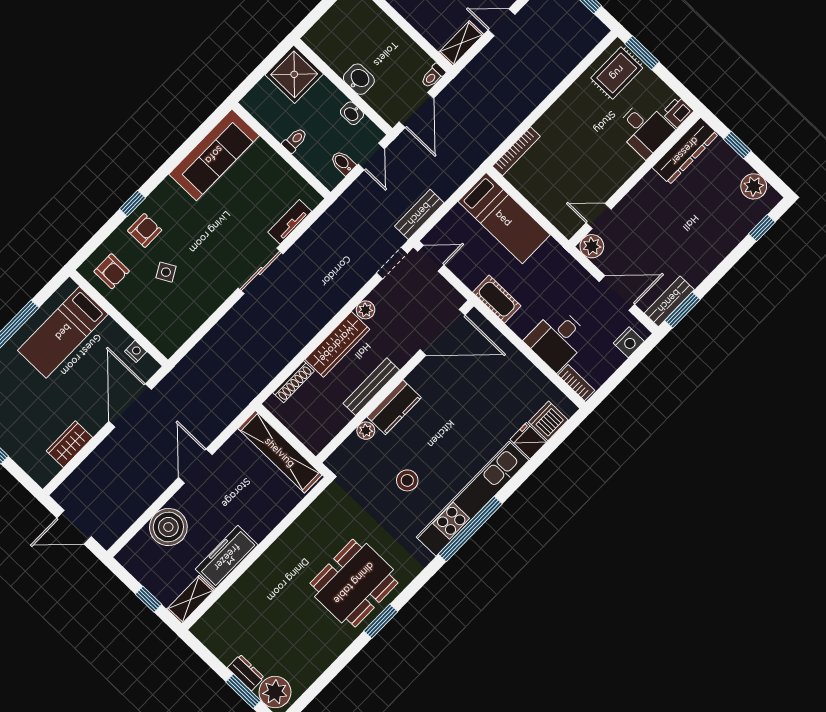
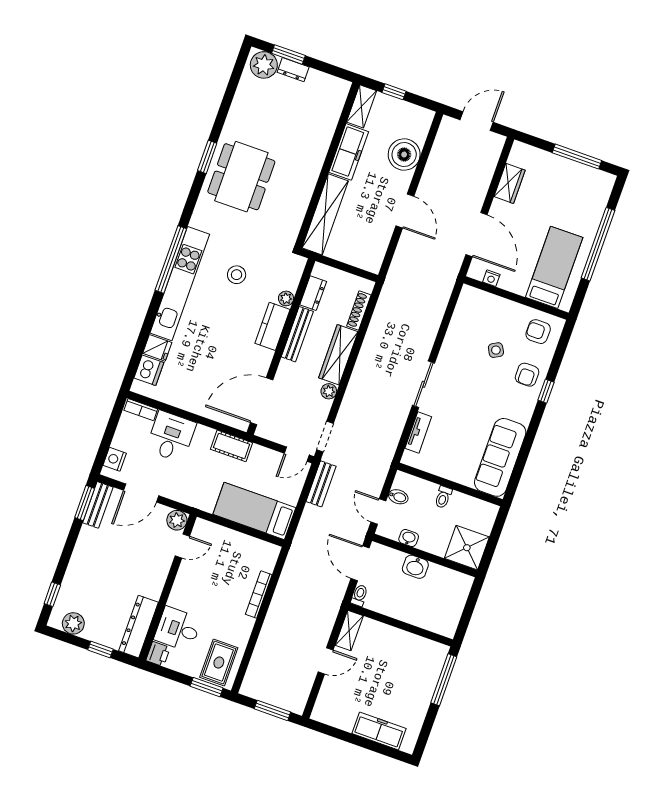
bookcase: (516, 151) -> (259, 594), moved
dresser: (334, 423) -> (313, 293), added
shelving: (280, 452) -> (325, 214), moved, turned 90

